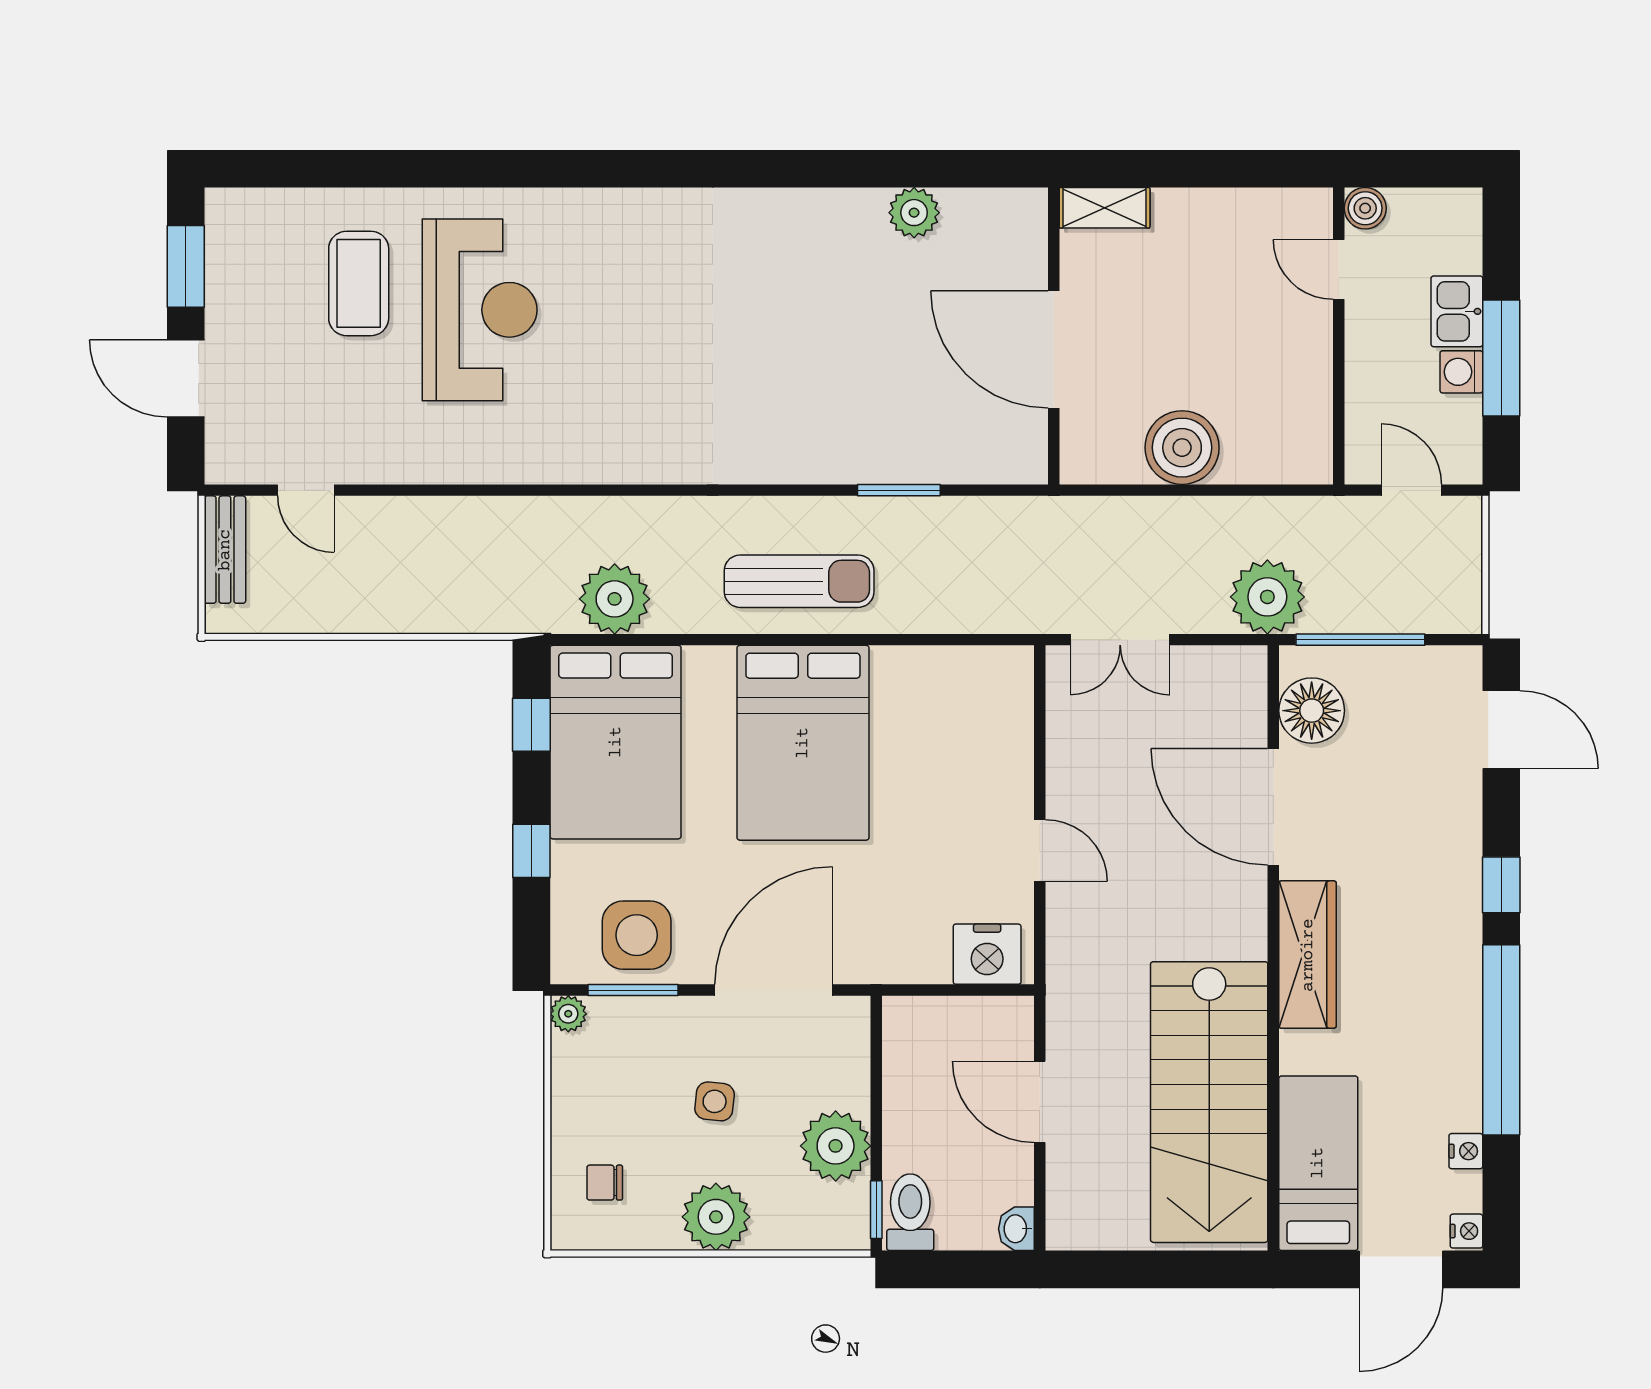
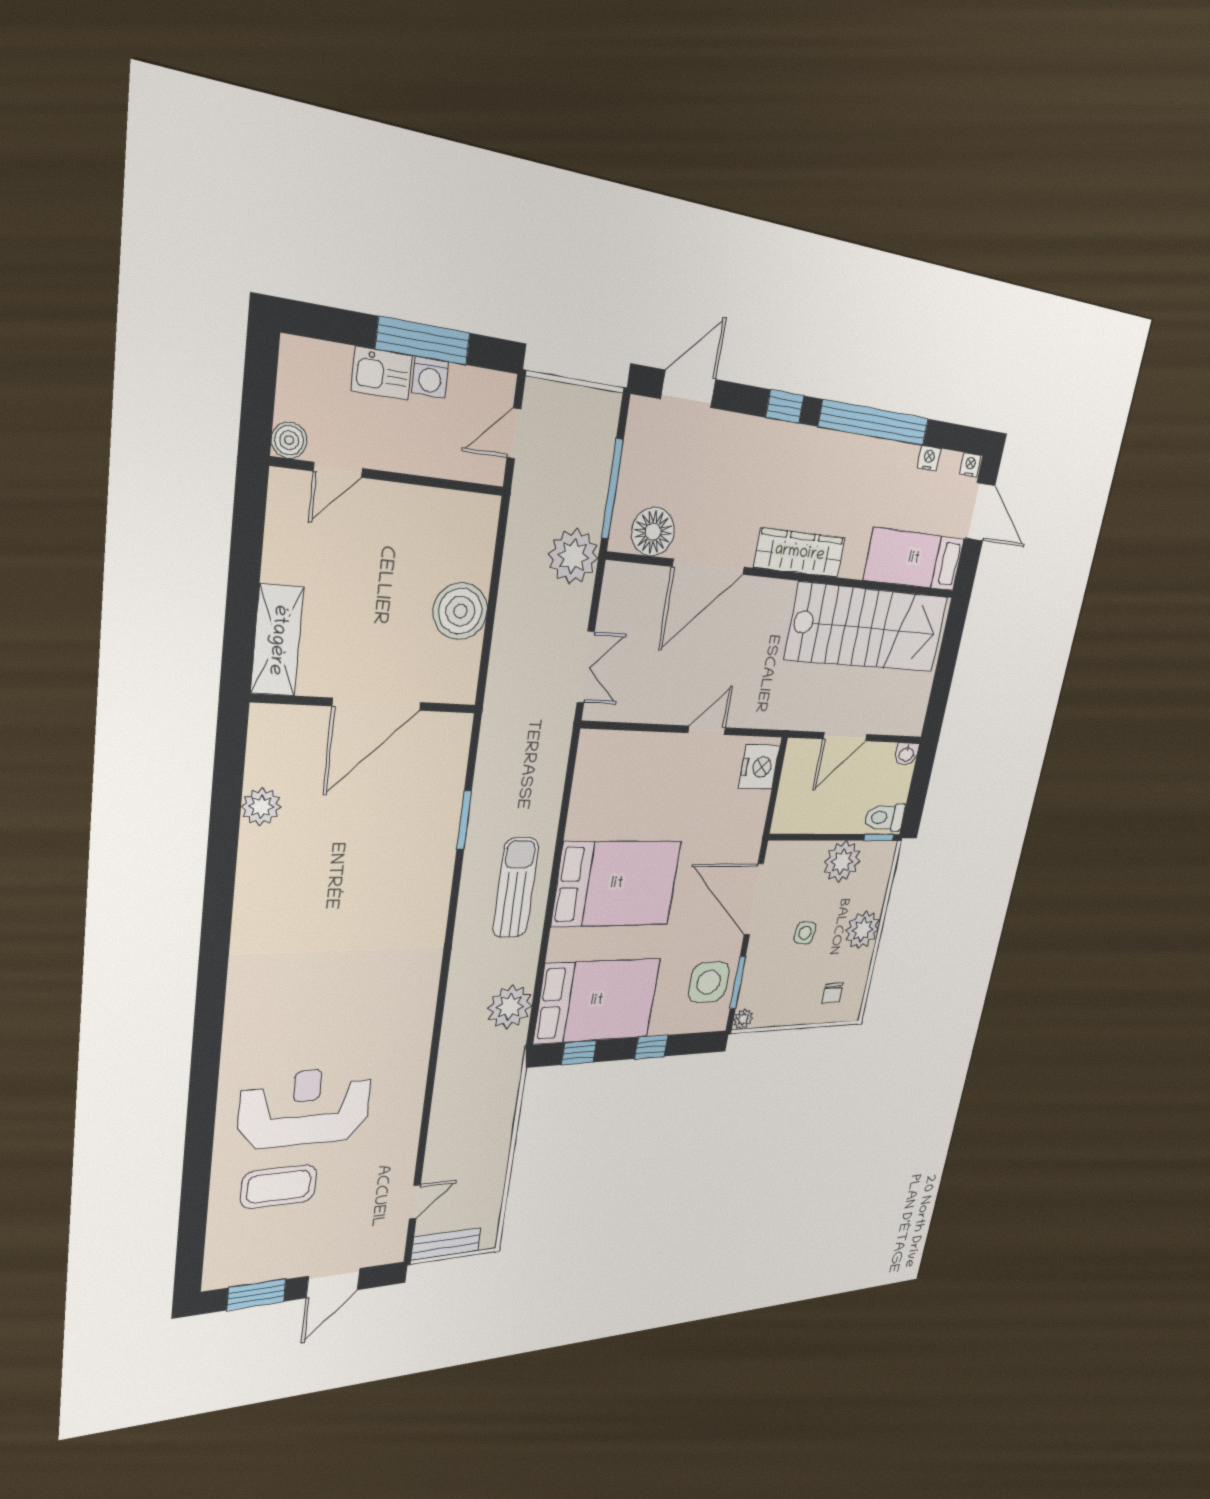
shelving: (1105, 208) -> (277, 640), width x1.50, depth x1.33

